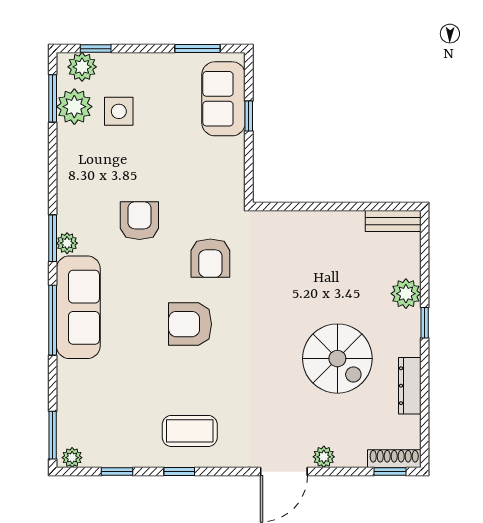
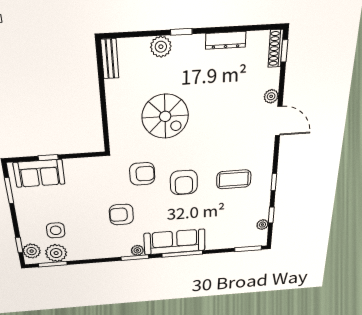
spiral stairs: (337, 359) -> (165, 116), moved, turned 90
coffee table: (190, 431) -> (234, 179), moved, turned 90
plant: (72, 458) -> (262, 225), moved

